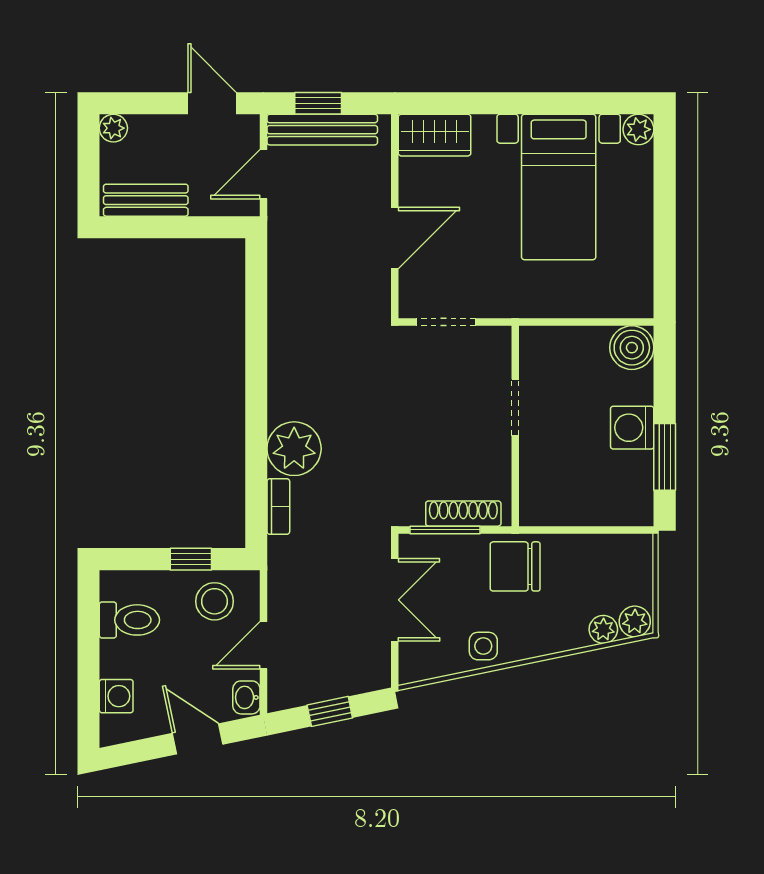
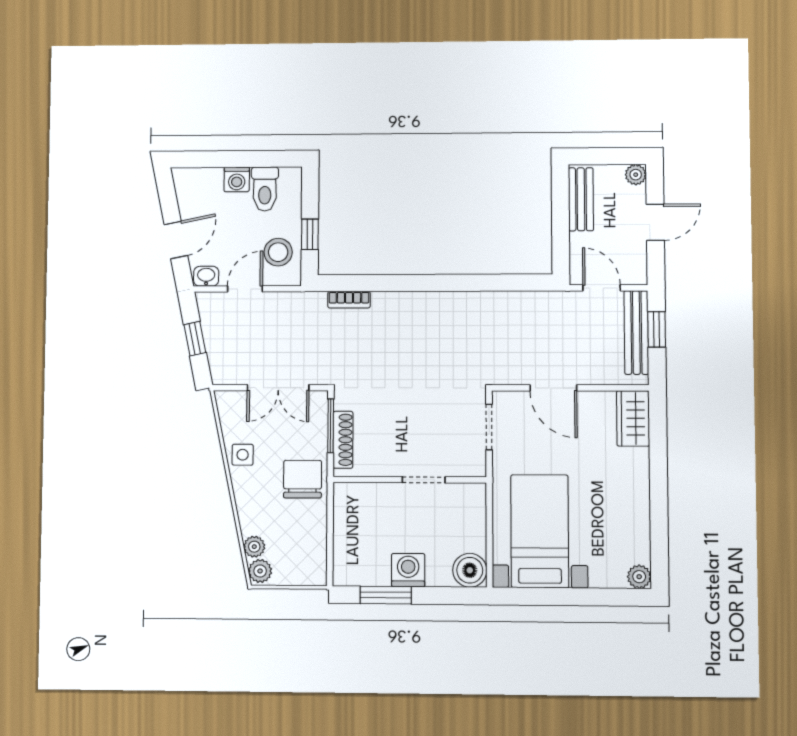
door: (212, 103) -> (655, 222), moved
bed with nightstands: (559, 187) -> (540, 531), moved, turned 90
plant: (294, 449) -> (393, 311), removed
door: (264, 645) -> (245, 289), hinge flipped
washing machine: (116, 696) -> (237, 179), moved

